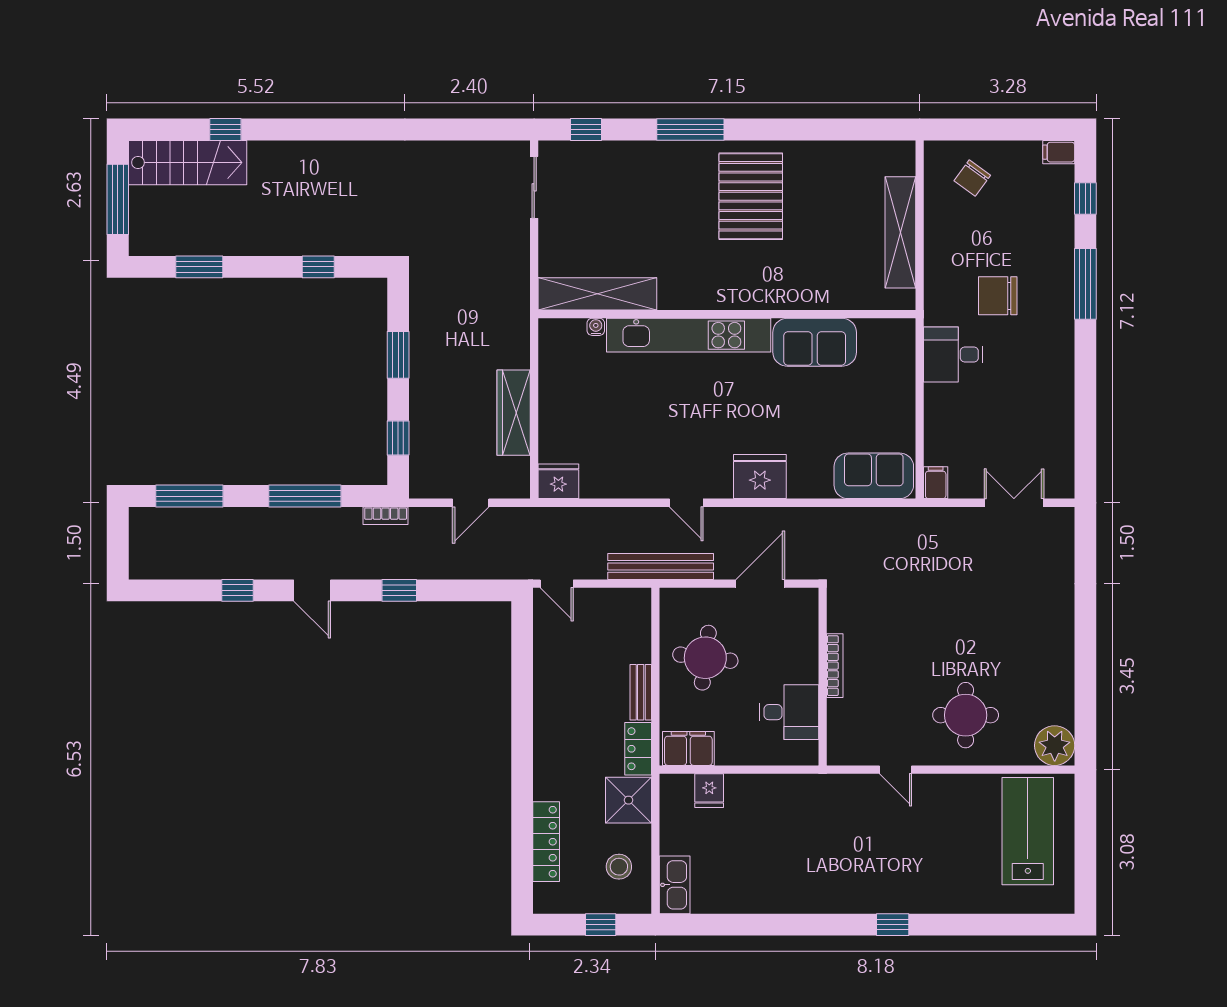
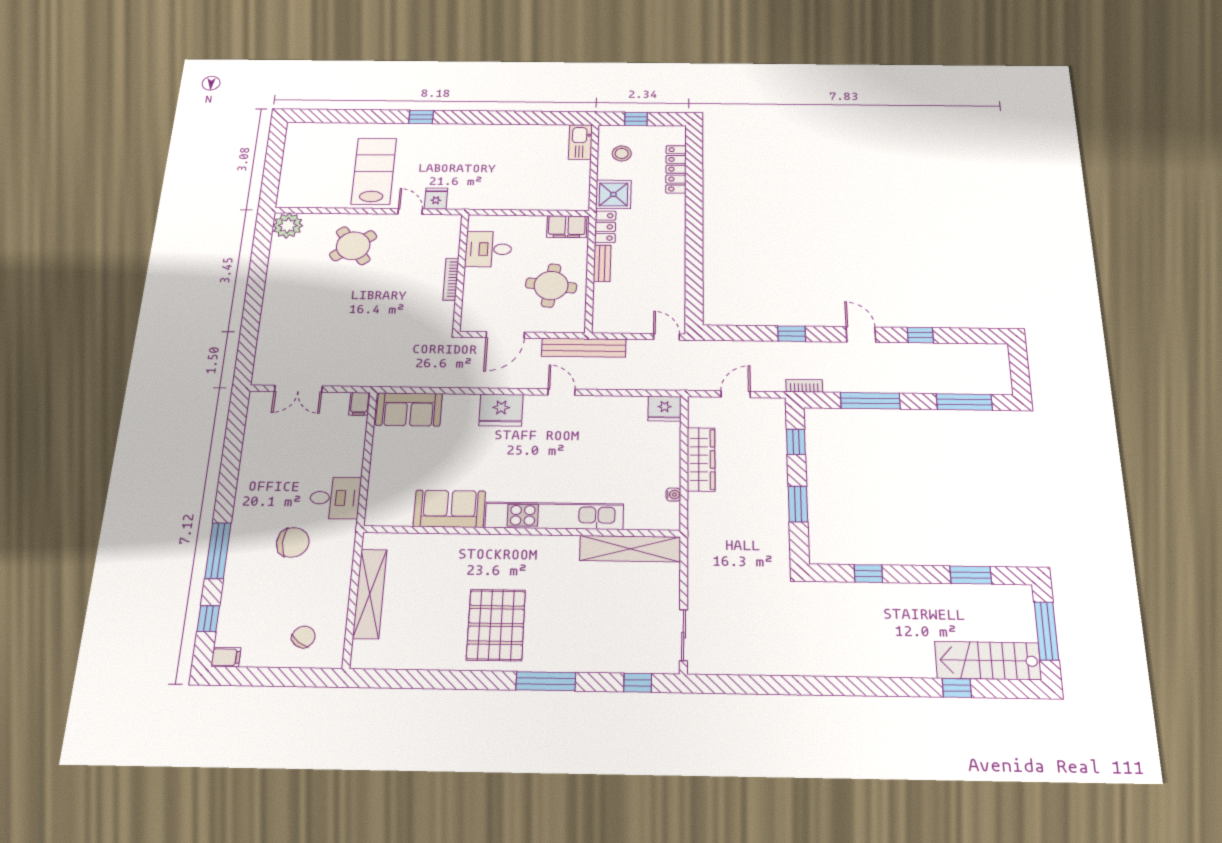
water cooler: (596, 327) -> (673, 495), moved, turned -90
round table: (966, 715) -> (353, 246), turned -36
fridge: (709, 791) -> (436, 199), moved
lab bench: (1028, 831) -> (374, 171), moved, turned 180

